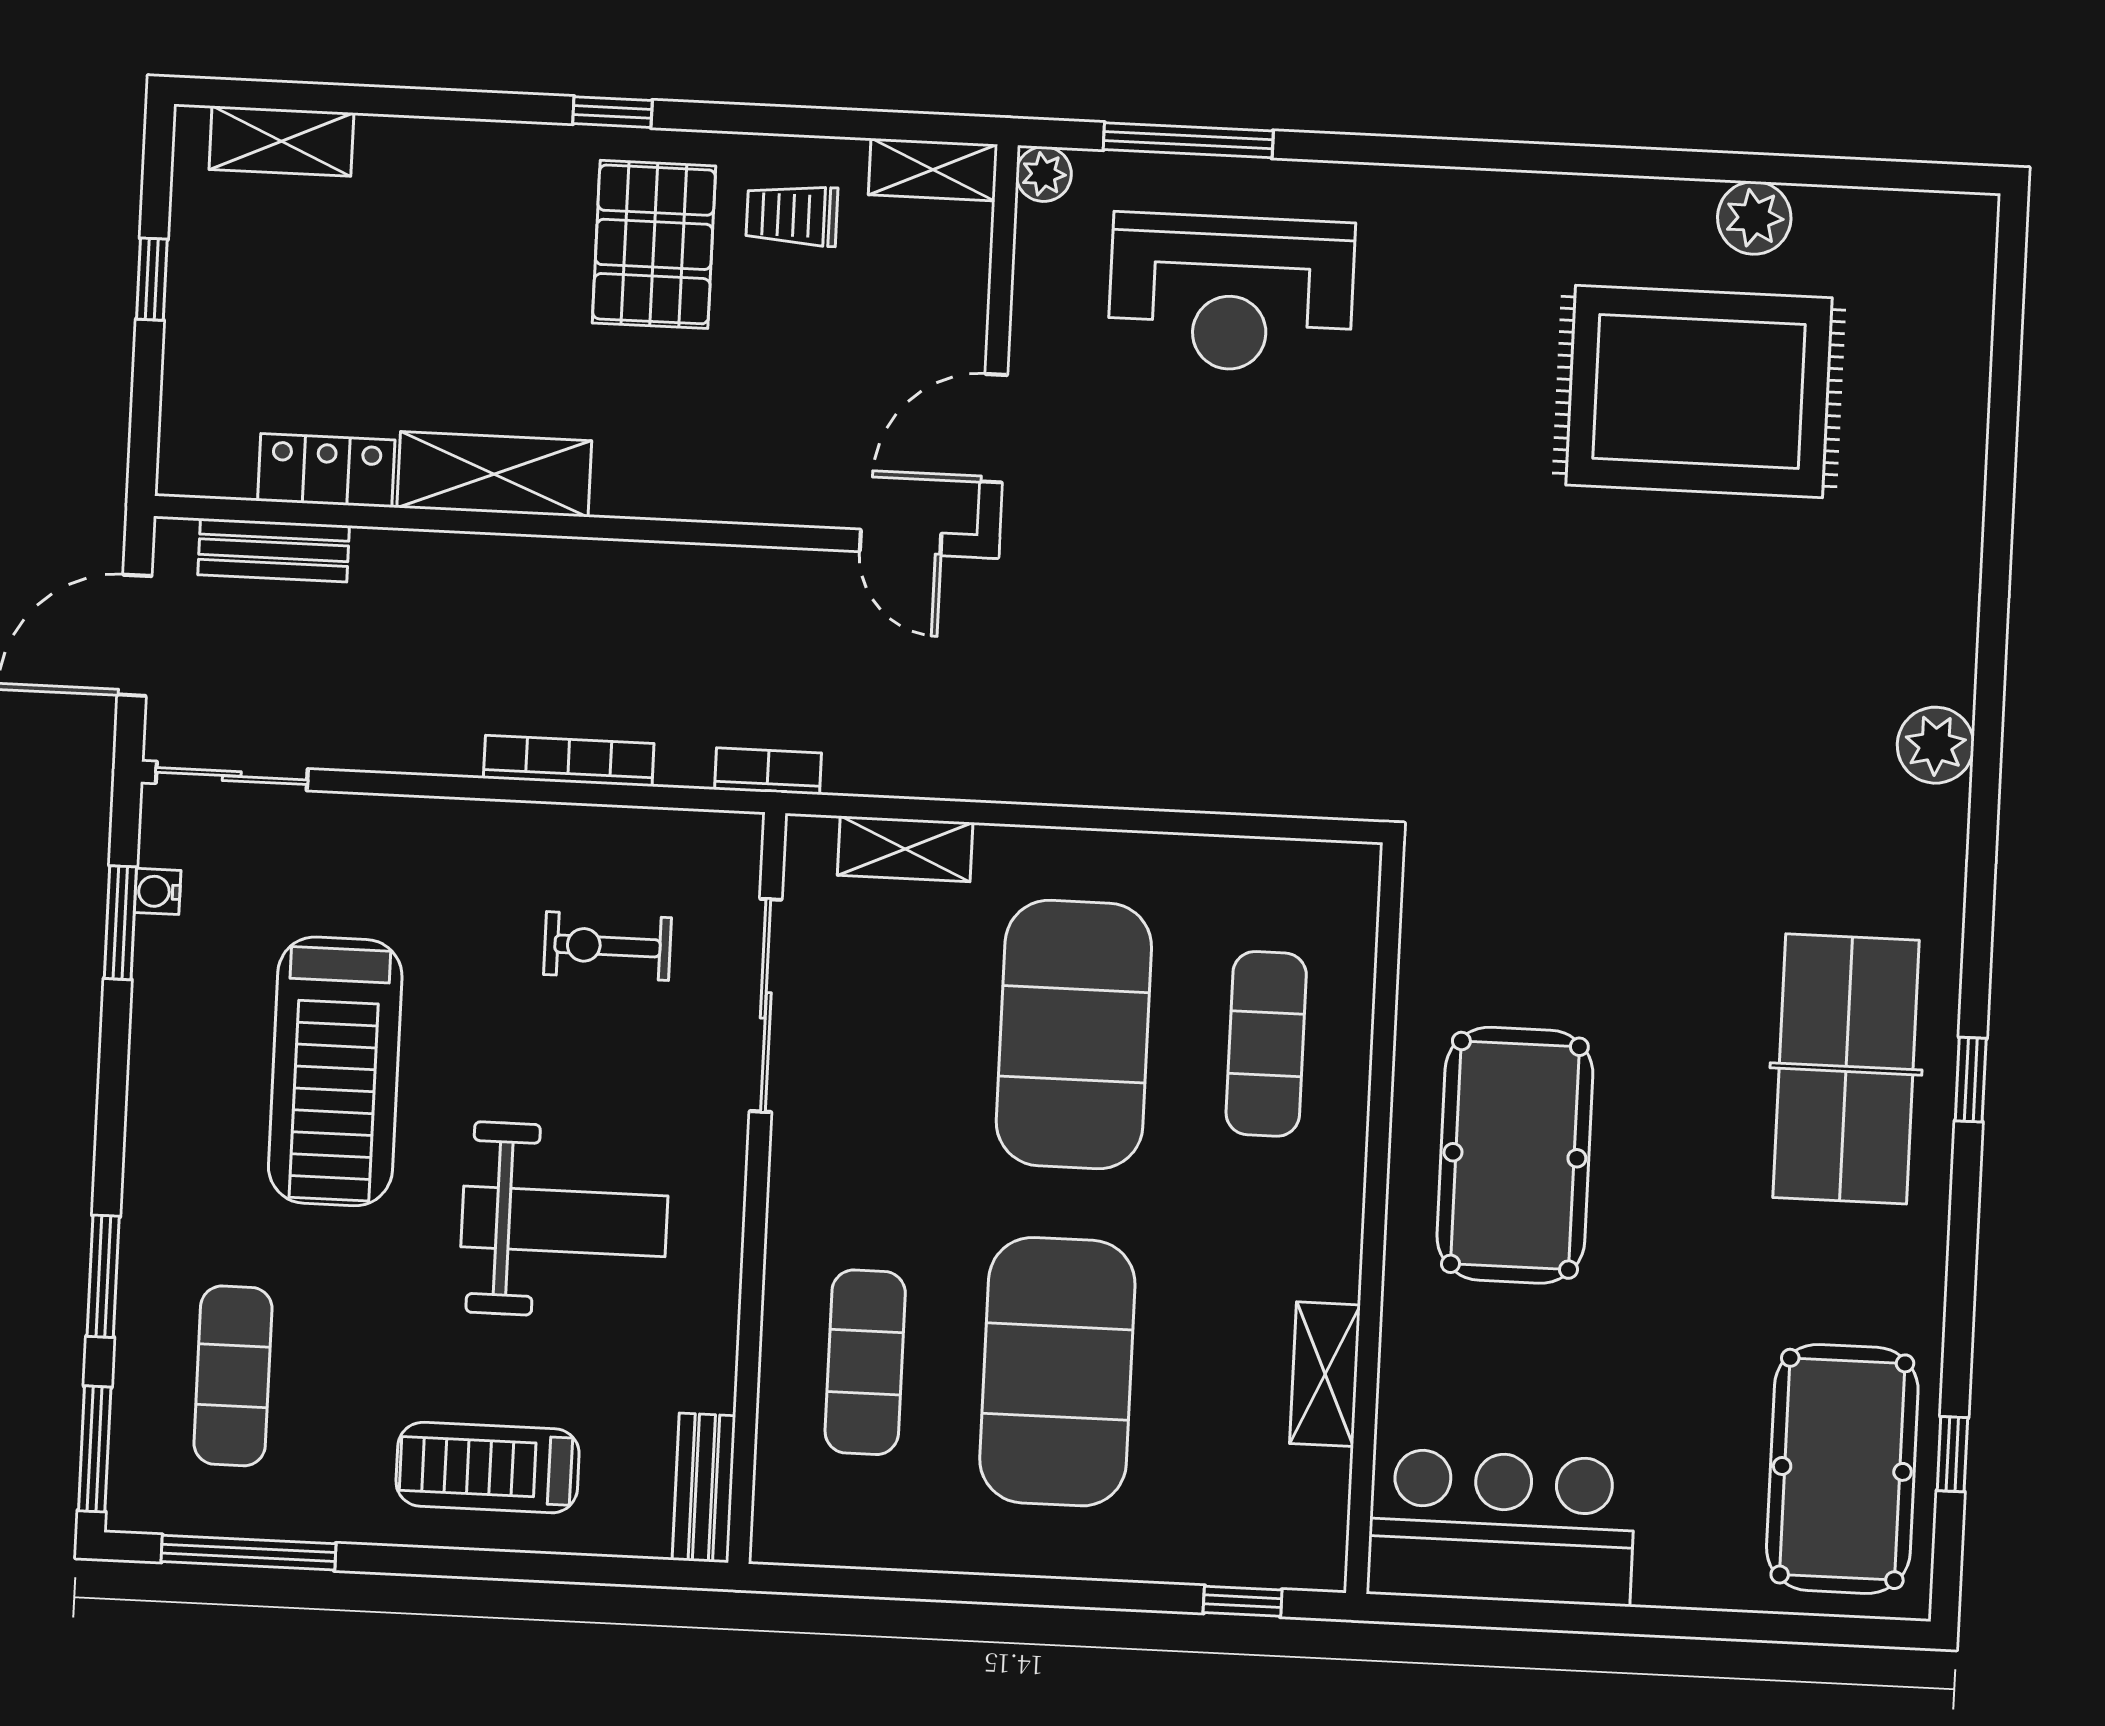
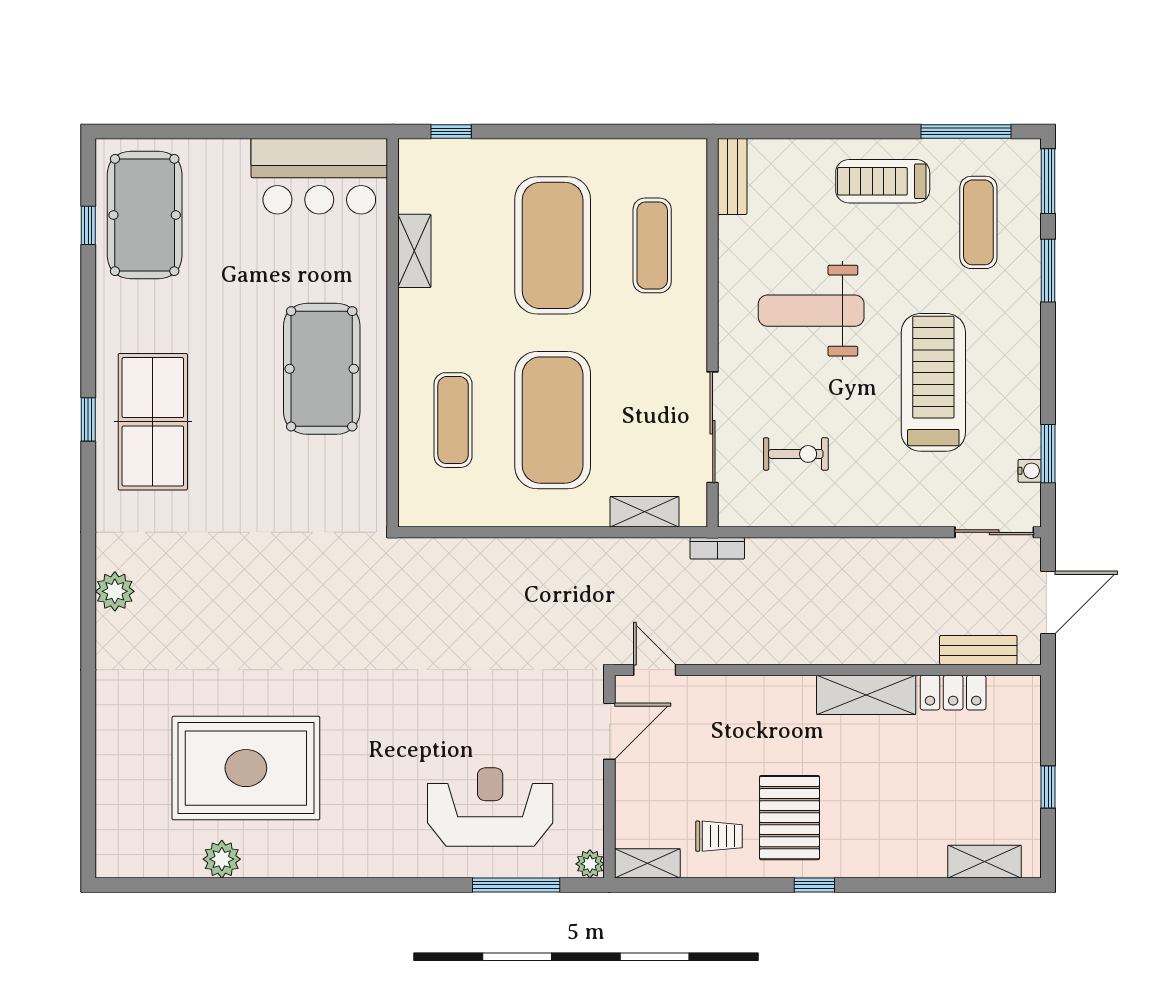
bookcase: (569, 761) -> (821, 549), removed
treadmill: (488, 1468) -> (883, 181), moved, turned 180

